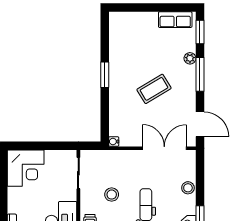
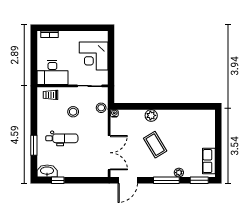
window: (105, 75) -> (166, 106), removed
plant: (116, 94) -> (151, 115), added
corner desk: (26, 168) -> (94, 56), moved
stool: (188, 188) -> (101, 108), moved

